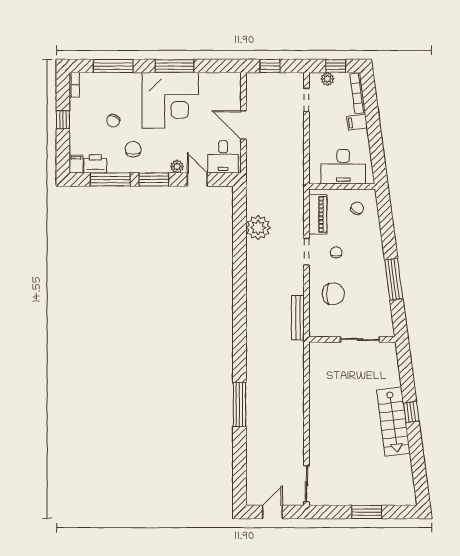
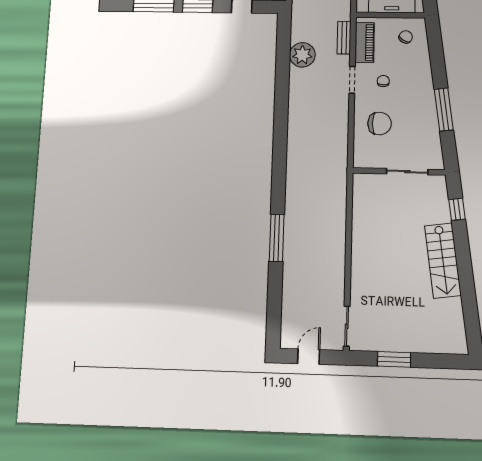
bench: (298, 318) -> (344, 38), moved, width x0.73
window: (411, 412) -> (457, 209), moved
window: (367, 512) -> (394, 359), moved

